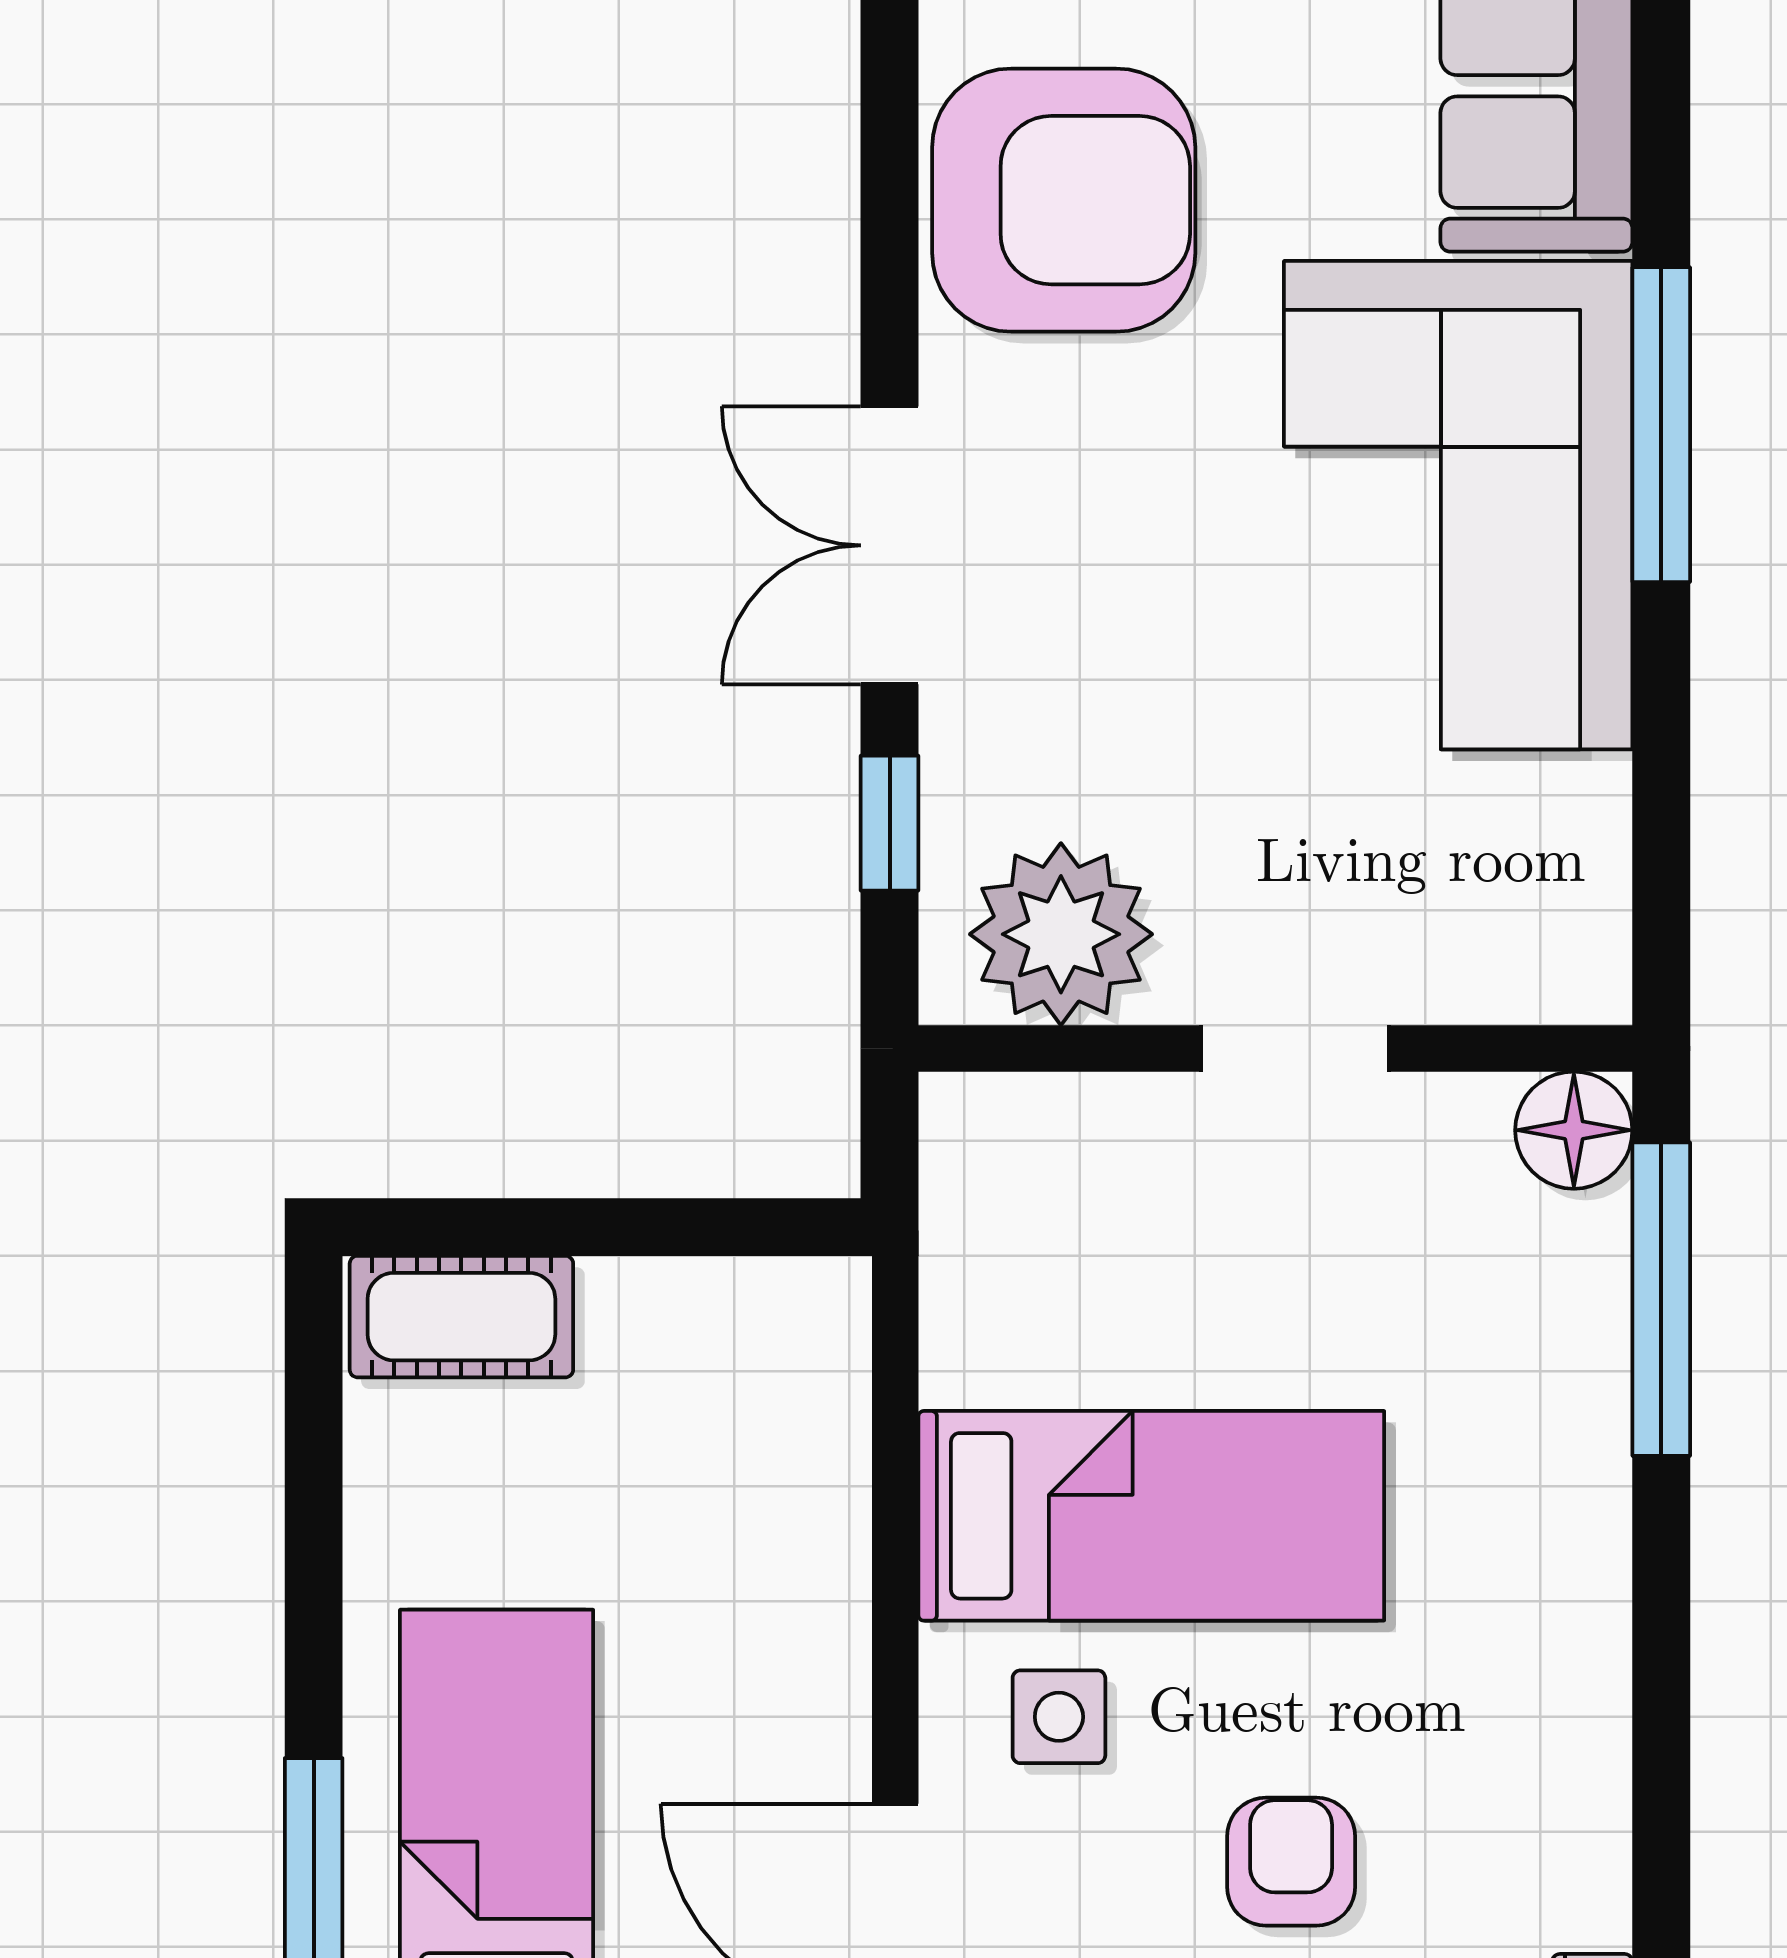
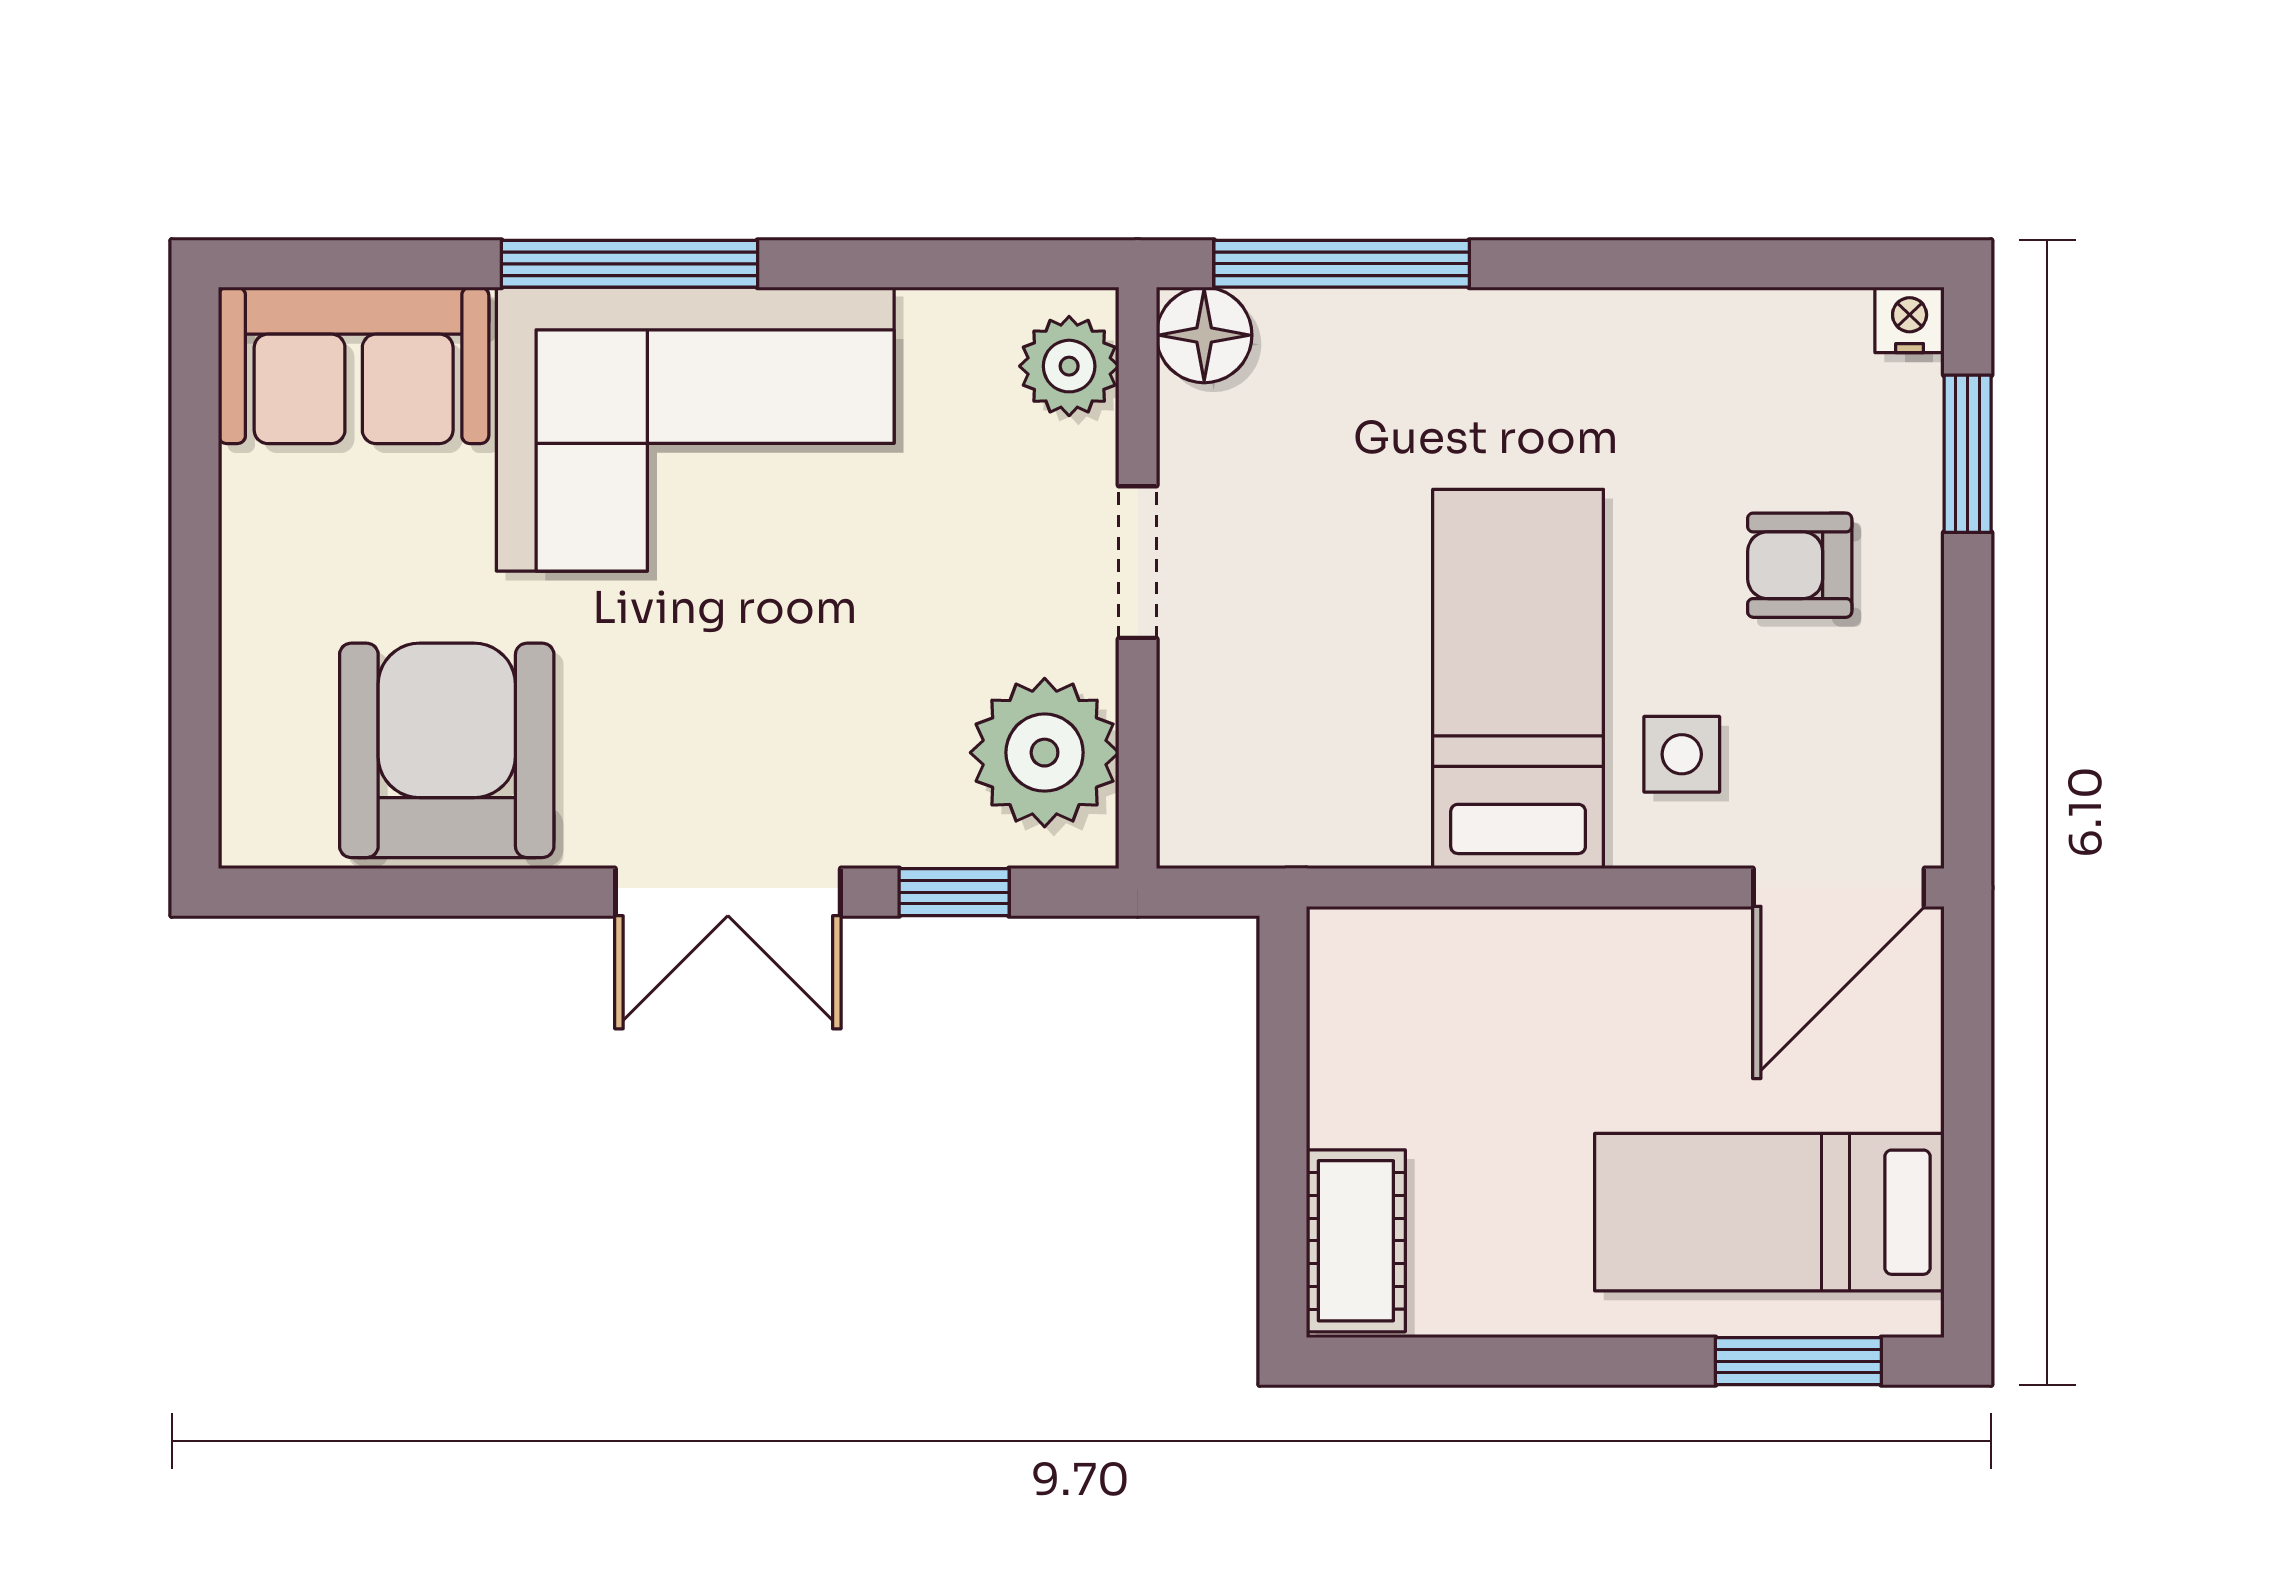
plant: (1536, 964) -> (1069, 366), added

